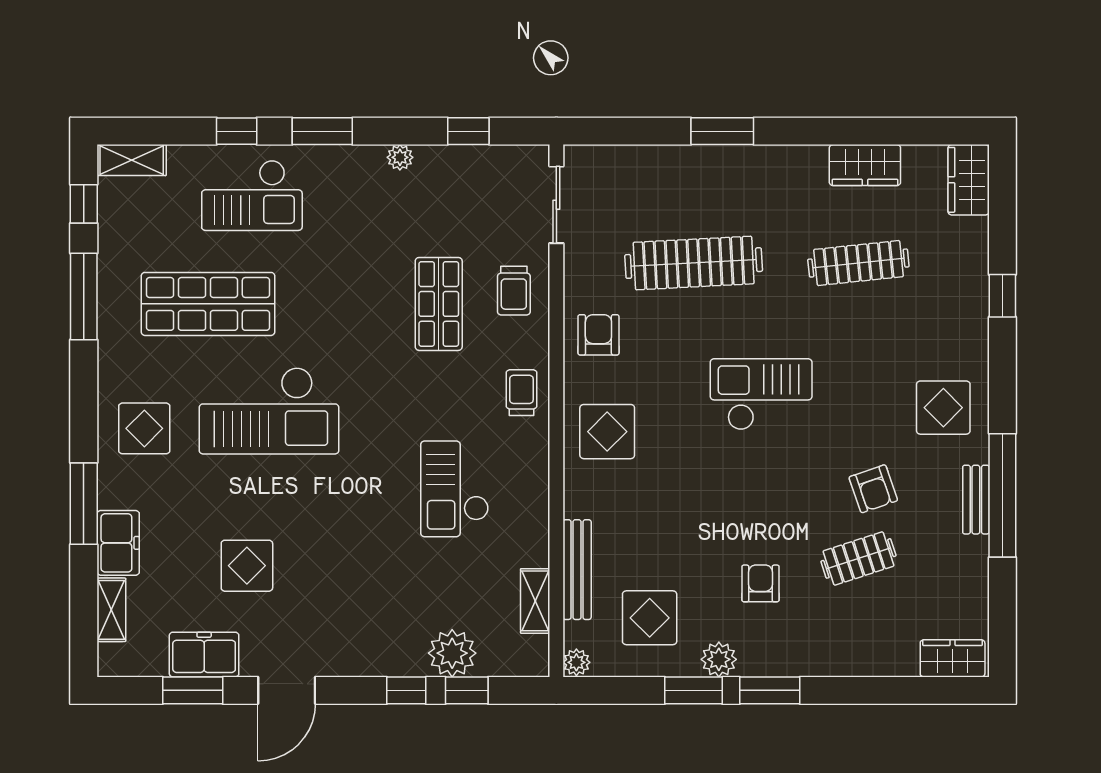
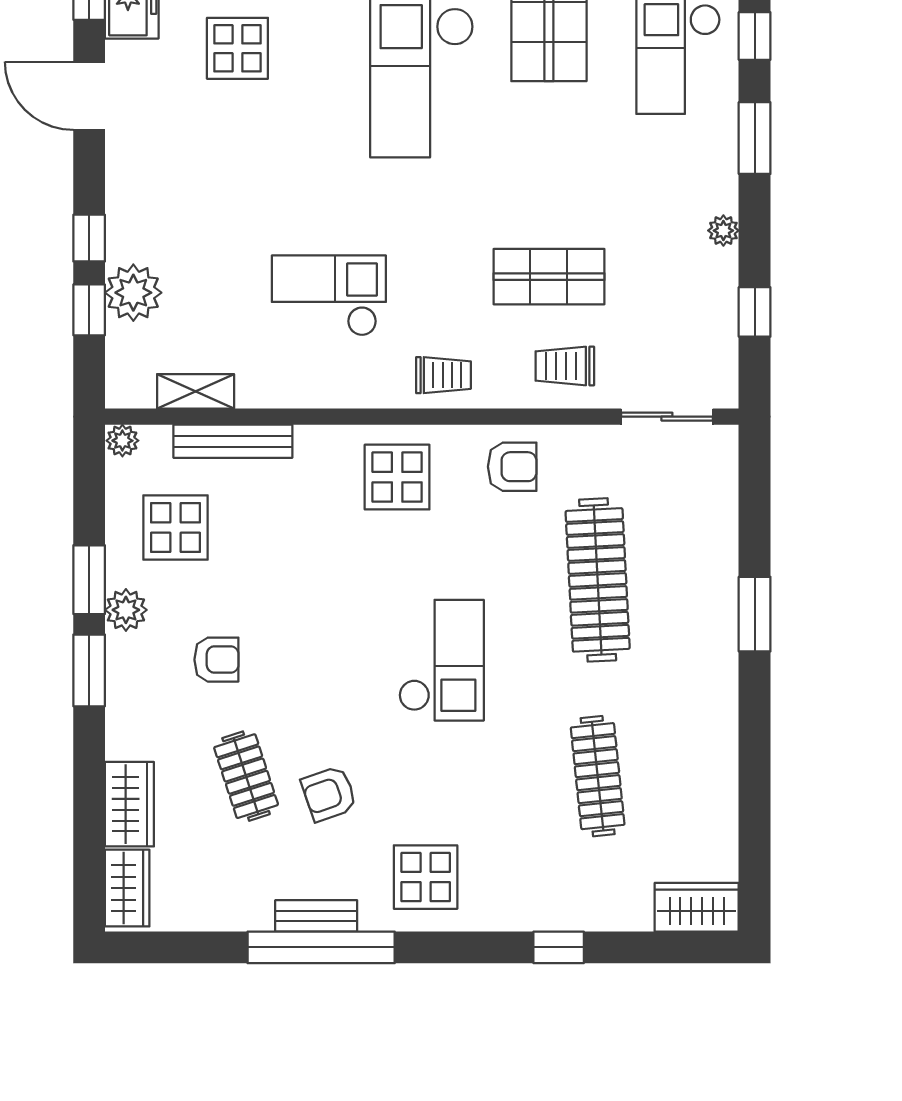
wardrobe: (865, 165) -> (129, 804), moved, turned 180

